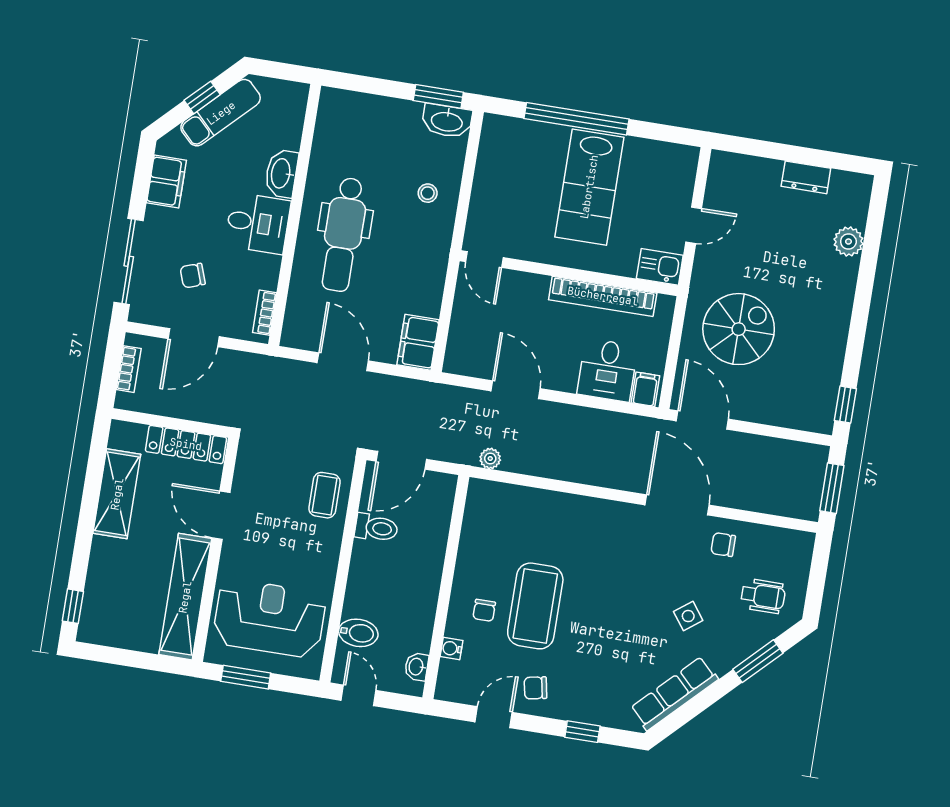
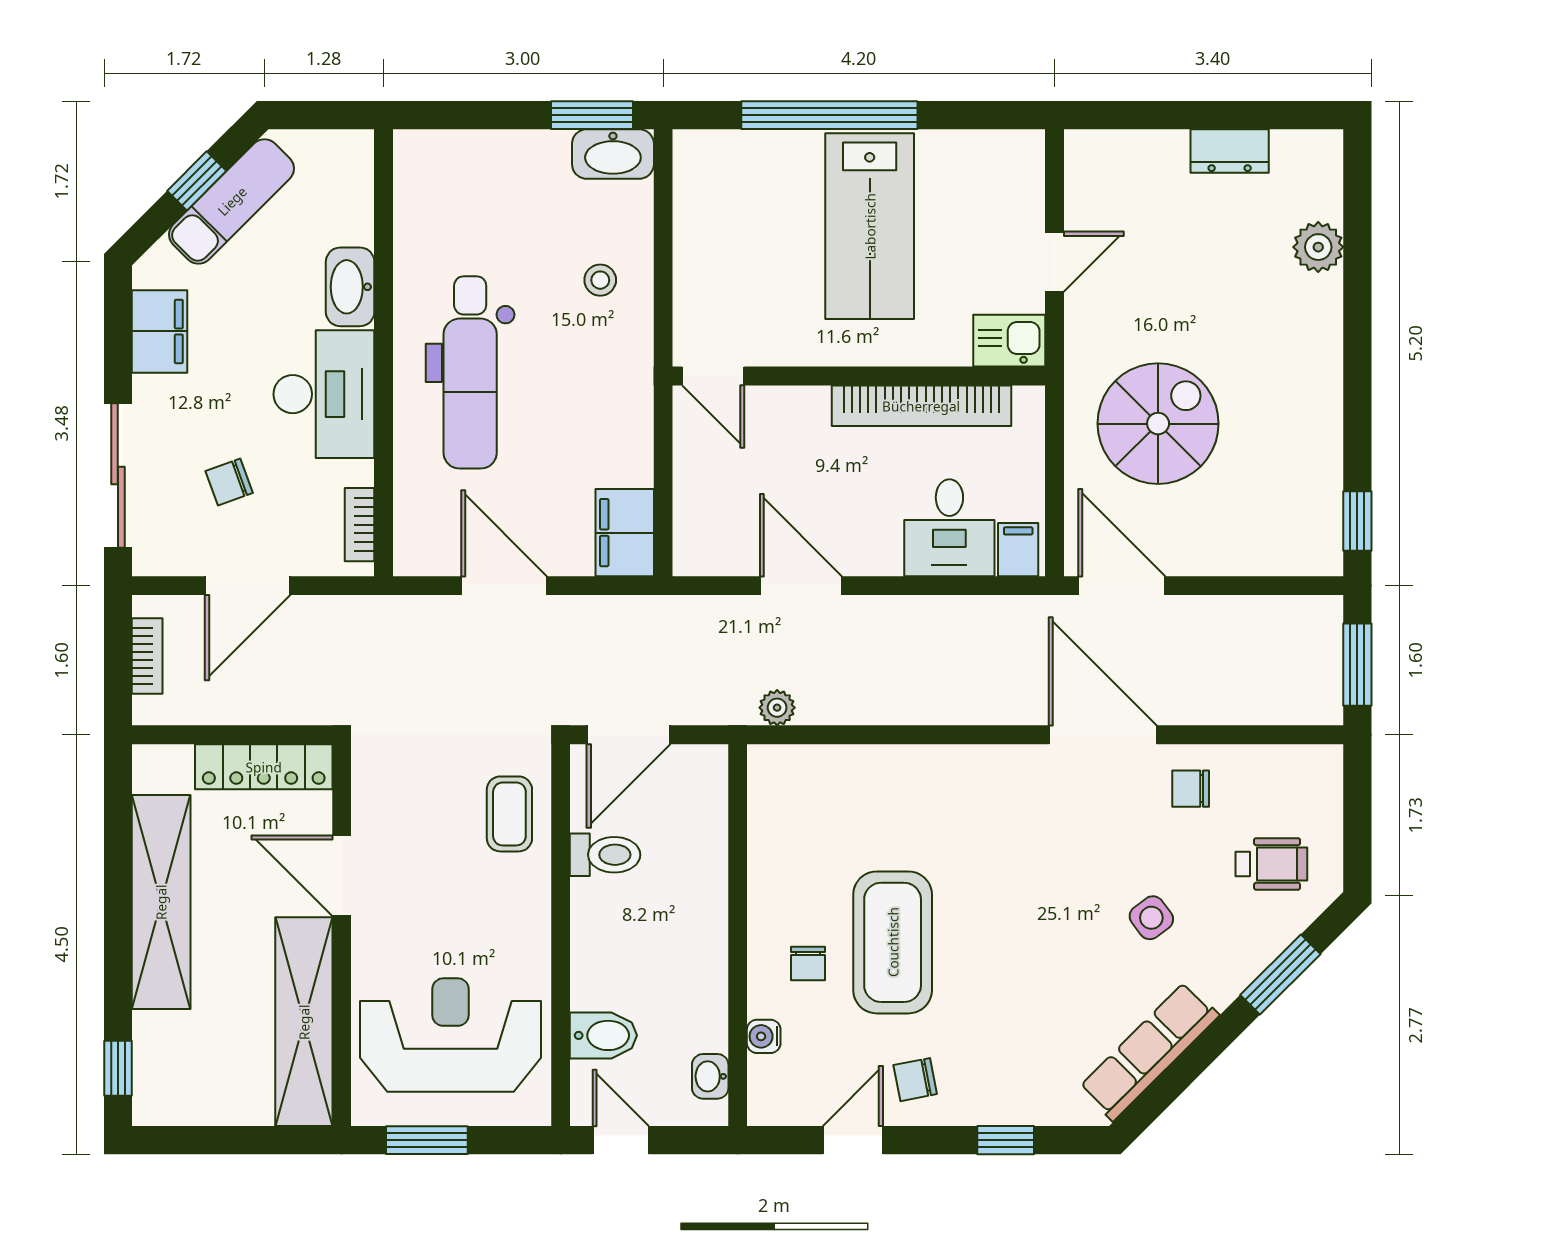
desk: (258, 223) -> (324, 394), width x1.37
shelving: (117, 494) -> (161, 902), width x1.47

